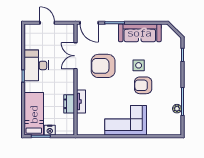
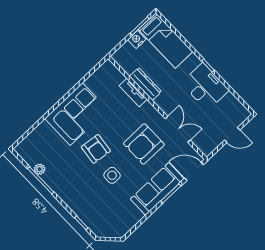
sofa: (140, 33) -> (157, 189), moved
armchair: (103, 66) -> (144, 144), turned 180
armchair: (143, 85) -> (96, 149), moved, turned 97
dresser: (69, 104) -> (145, 84), width x1.44

